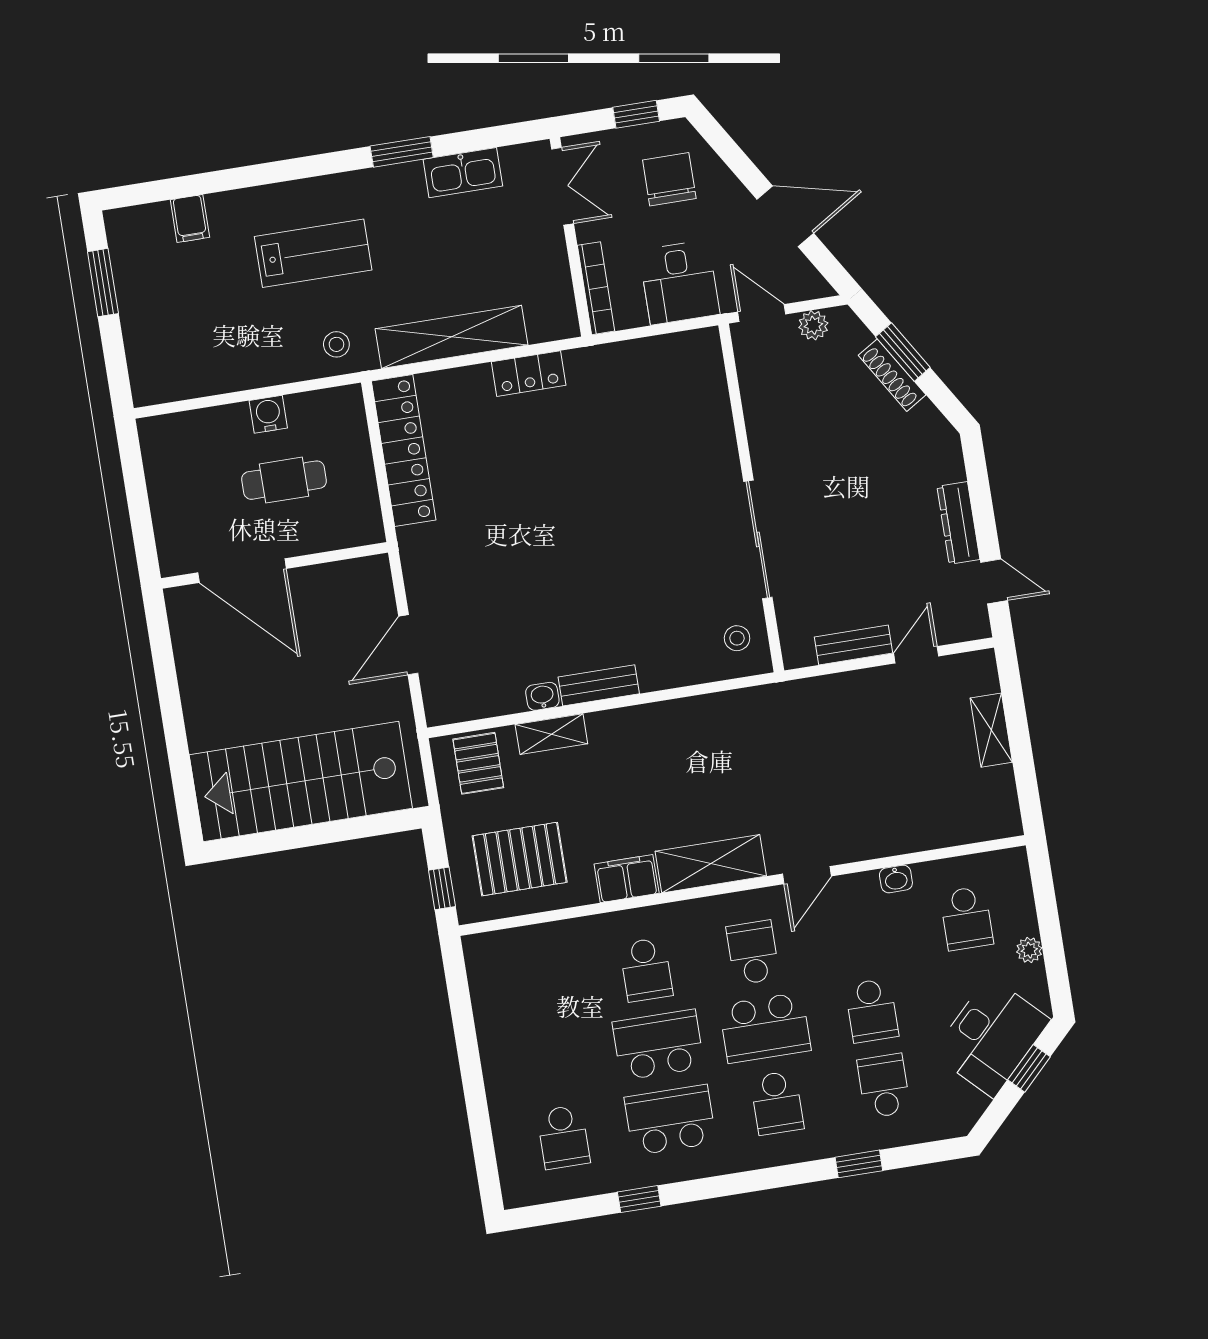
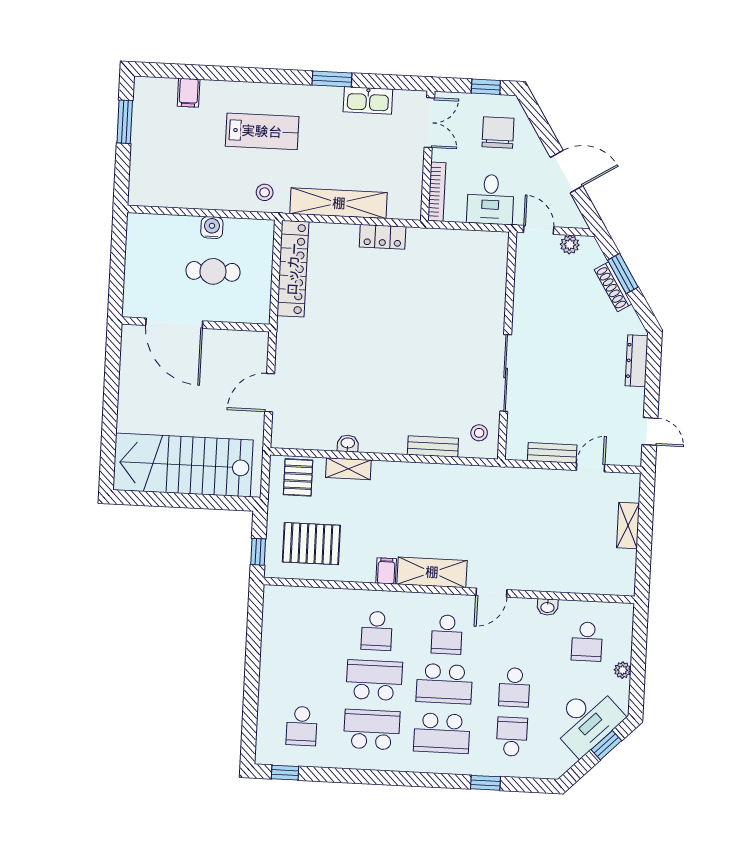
dresser: (958, 523) -> (637, 361), moved
bench: (599, 685) -> (433, 446), moved
filing cabinet: (627, 879) -> (386, 571), width x0.50
school desk: (753, 953) -> (447, 634), turned 180
school desk: (777, 1103) -> (442, 733), width x1.85
window: (639, 1199) -> (285, 773), moved

